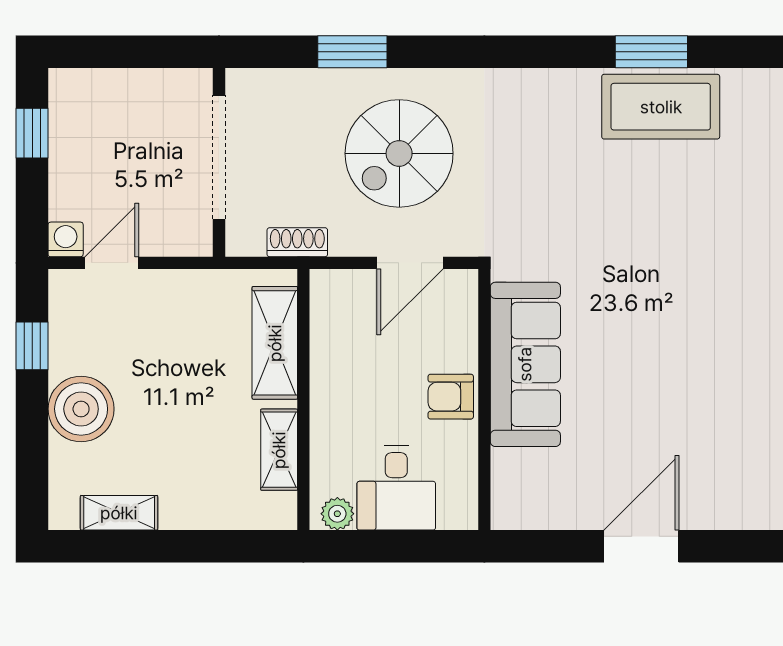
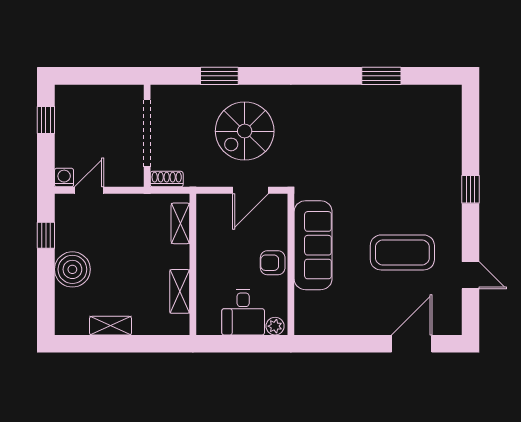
coffee table: (661, 107) -> (402, 252), moved
shoe rack: (297, 242) -> (167, 179), moved
shelving: (275, 343) -> (180, 223), width x0.67, depth x0.75
shelving: (119, 513) -> (110, 326), moved
plant: (337, 514) -> (275, 326), moved
door: (641, 546) -> (412, 344), moved

